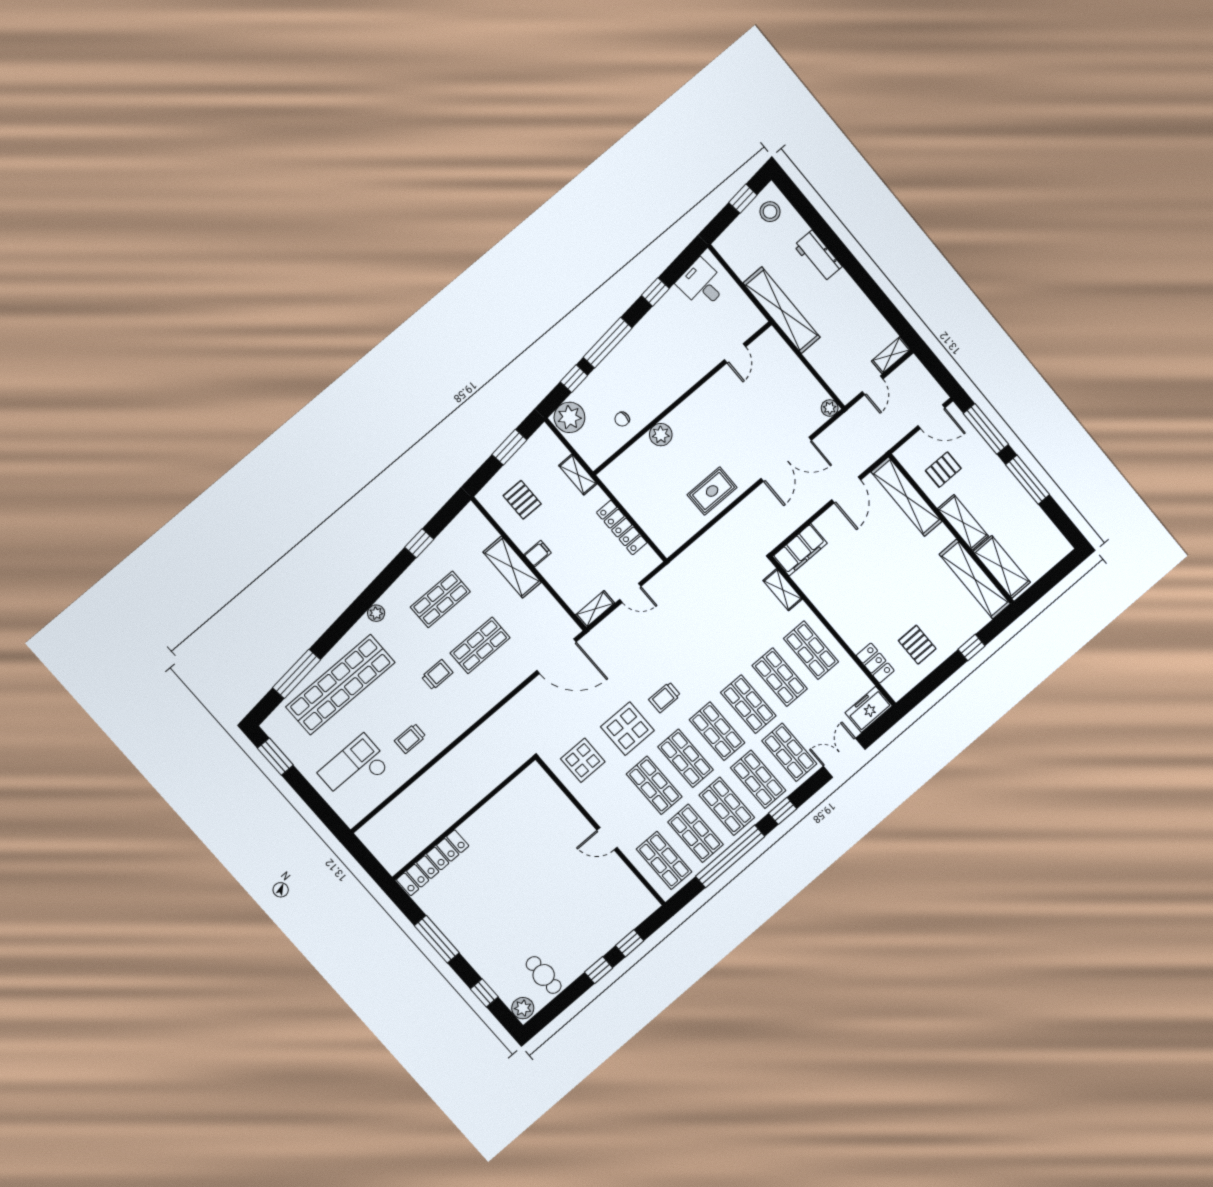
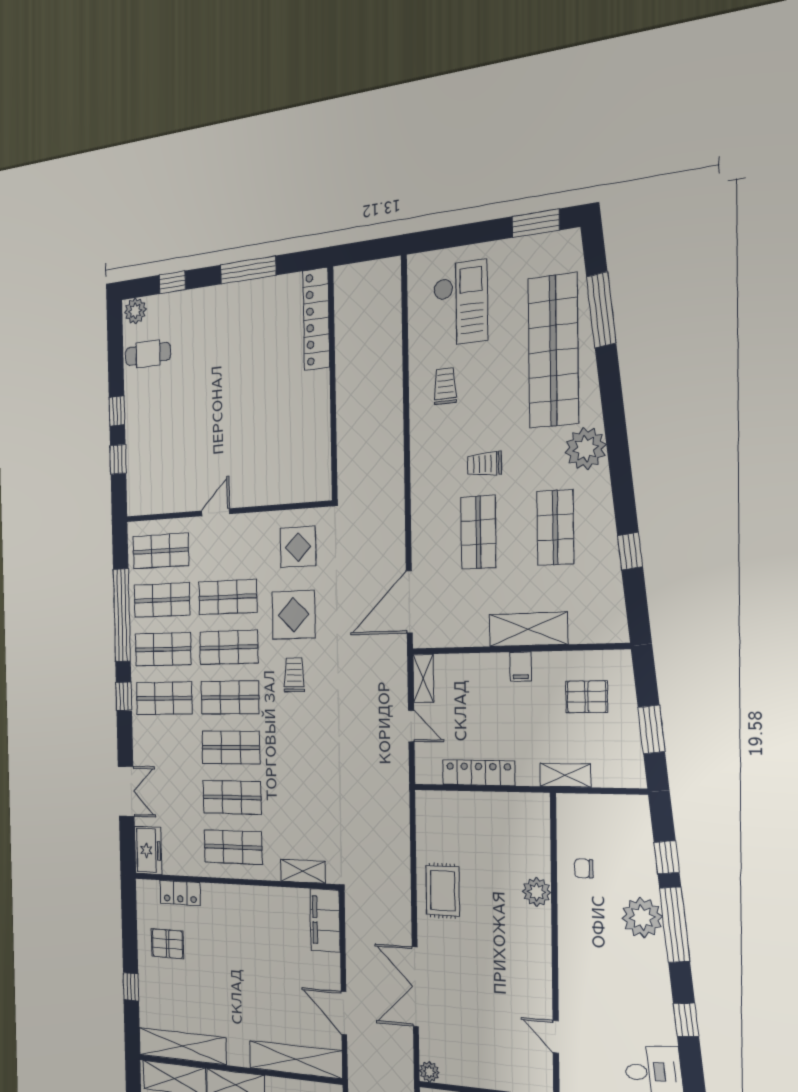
plant: (569, 417) -> (642, 918), moved
chair: (622, 419) -> (584, 868), turned -90
door: (630, 593) -> (411, 726), swing flipped
plant: (376, 613) -> (586, 449), width x1.87, depth x1.87
trolley: (437, 675) -> (484, 464), turned 90
shop shelf: (789, 752) -> (165, 747), removed

